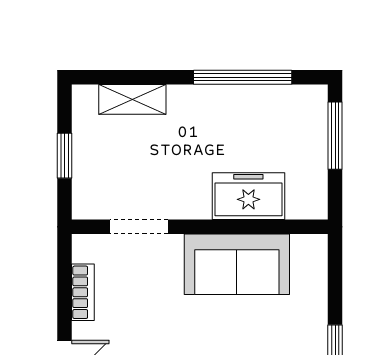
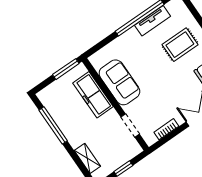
window: (335, 136) -> (66, 69), moved
freezer: (248, 196) -> (93, 95), width x1.40

